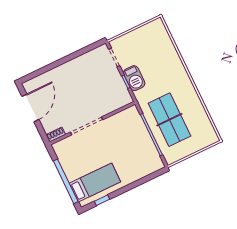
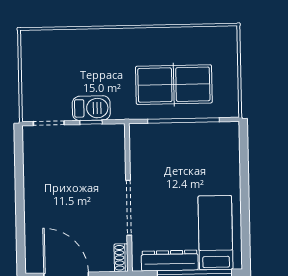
dresser: (67, 163) -> (170, 261), added
window: (102, 200) -> (245, 234), removed

